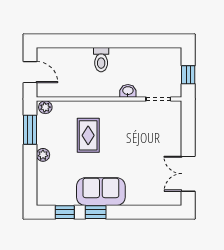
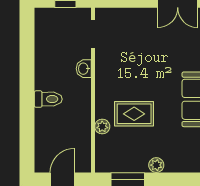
plant: (45, 107) -> (102, 127), moved

